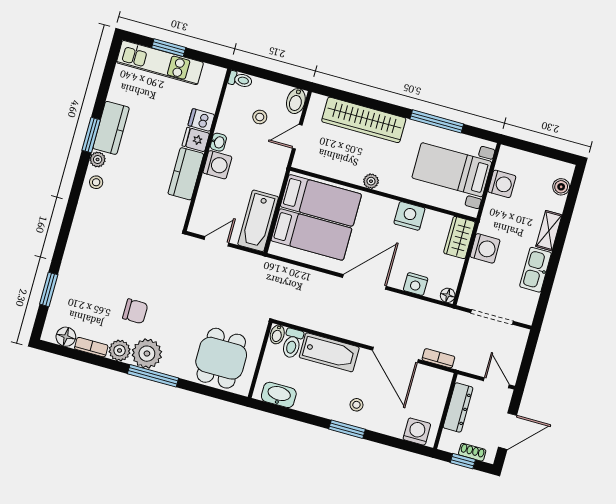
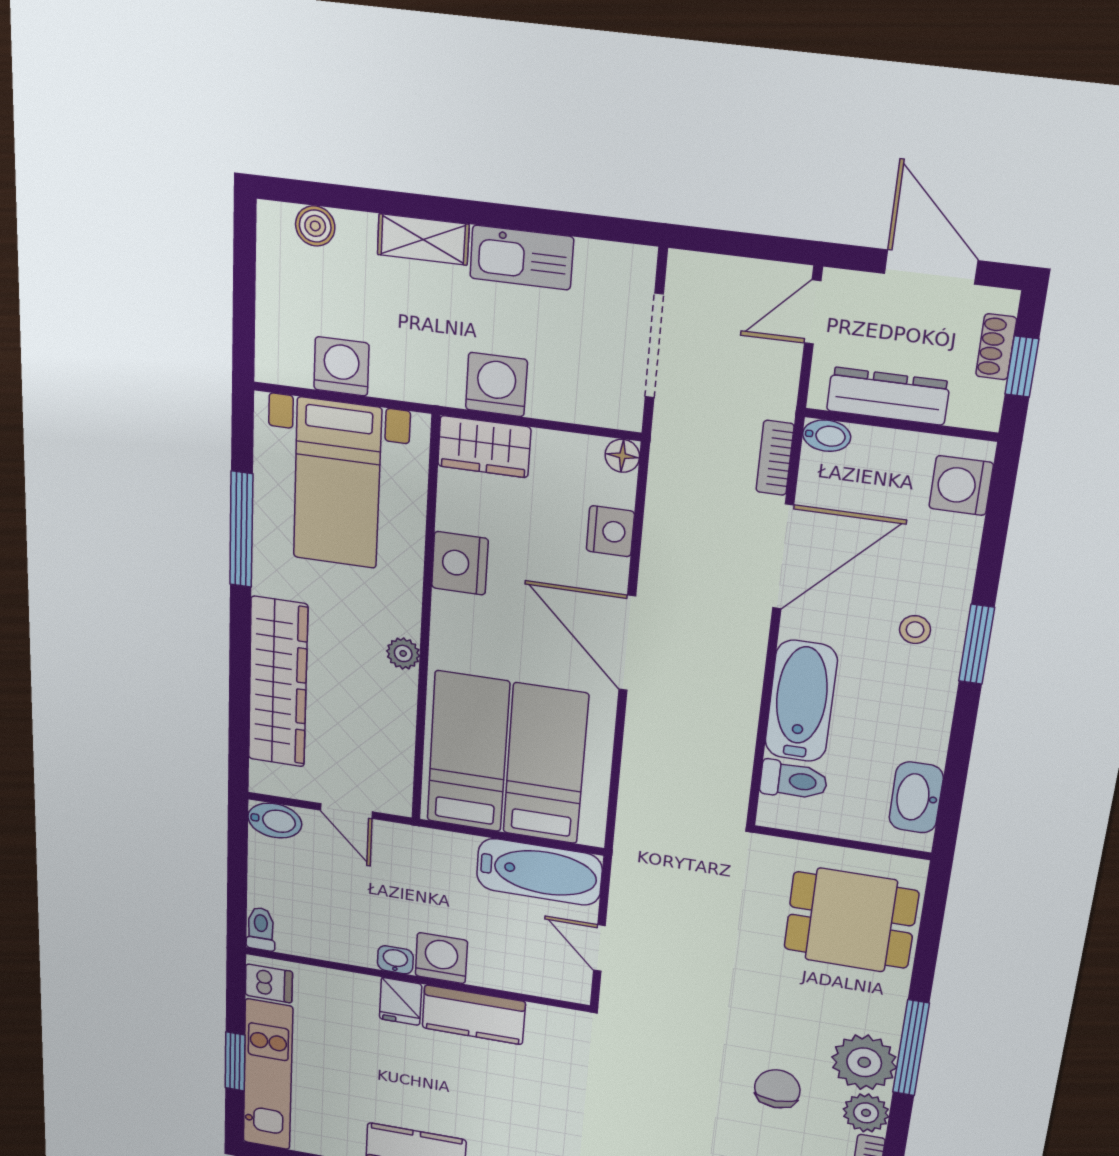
stool: (260, 117) -> (325, 887), removed
dishwasher: (201, 120) -> (269, 983), moved, turned -90
bidet: (277, 334) -> (827, 436), moved

